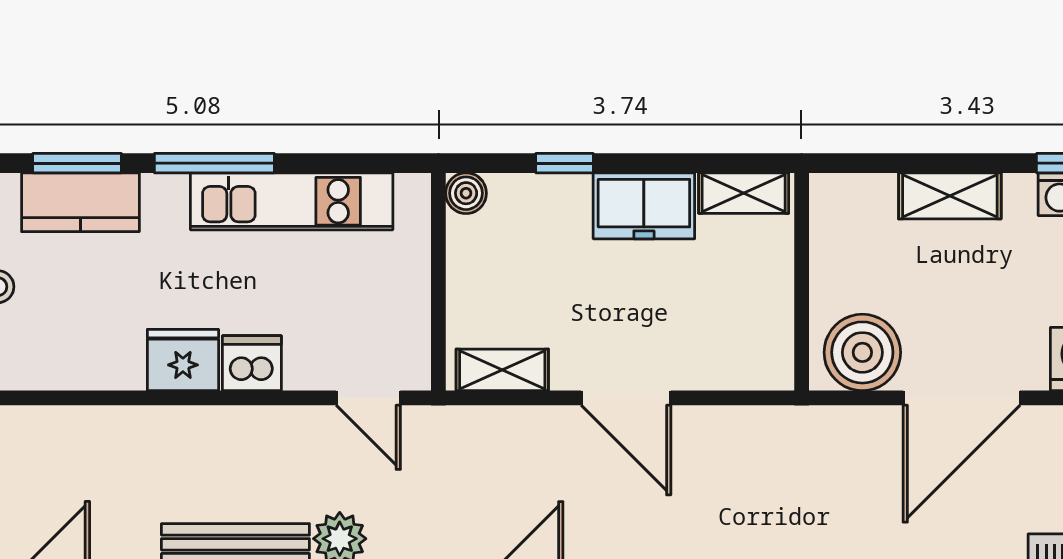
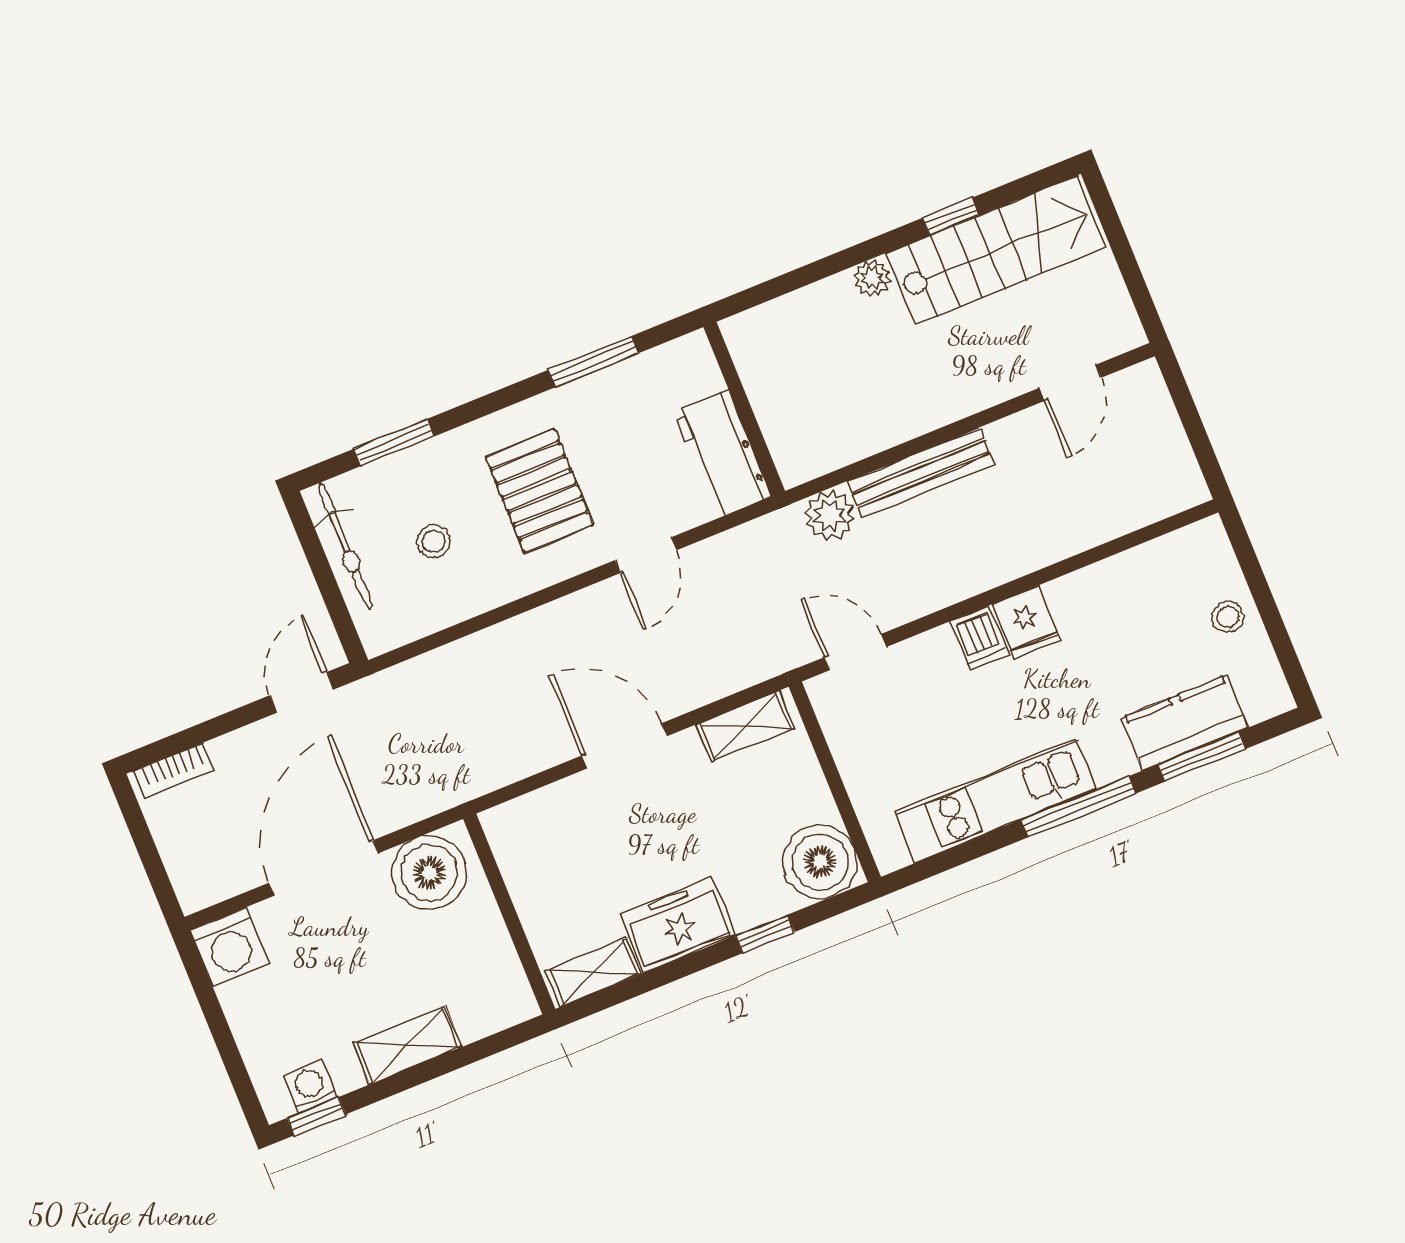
boiler: (466, 193) -> (820, 862), width x1.86, depth x1.86
fridge: (183, 360) -> (1026, 622), width x0.72
dishwasher: (252, 363) -> (980, 638), width x0.73

